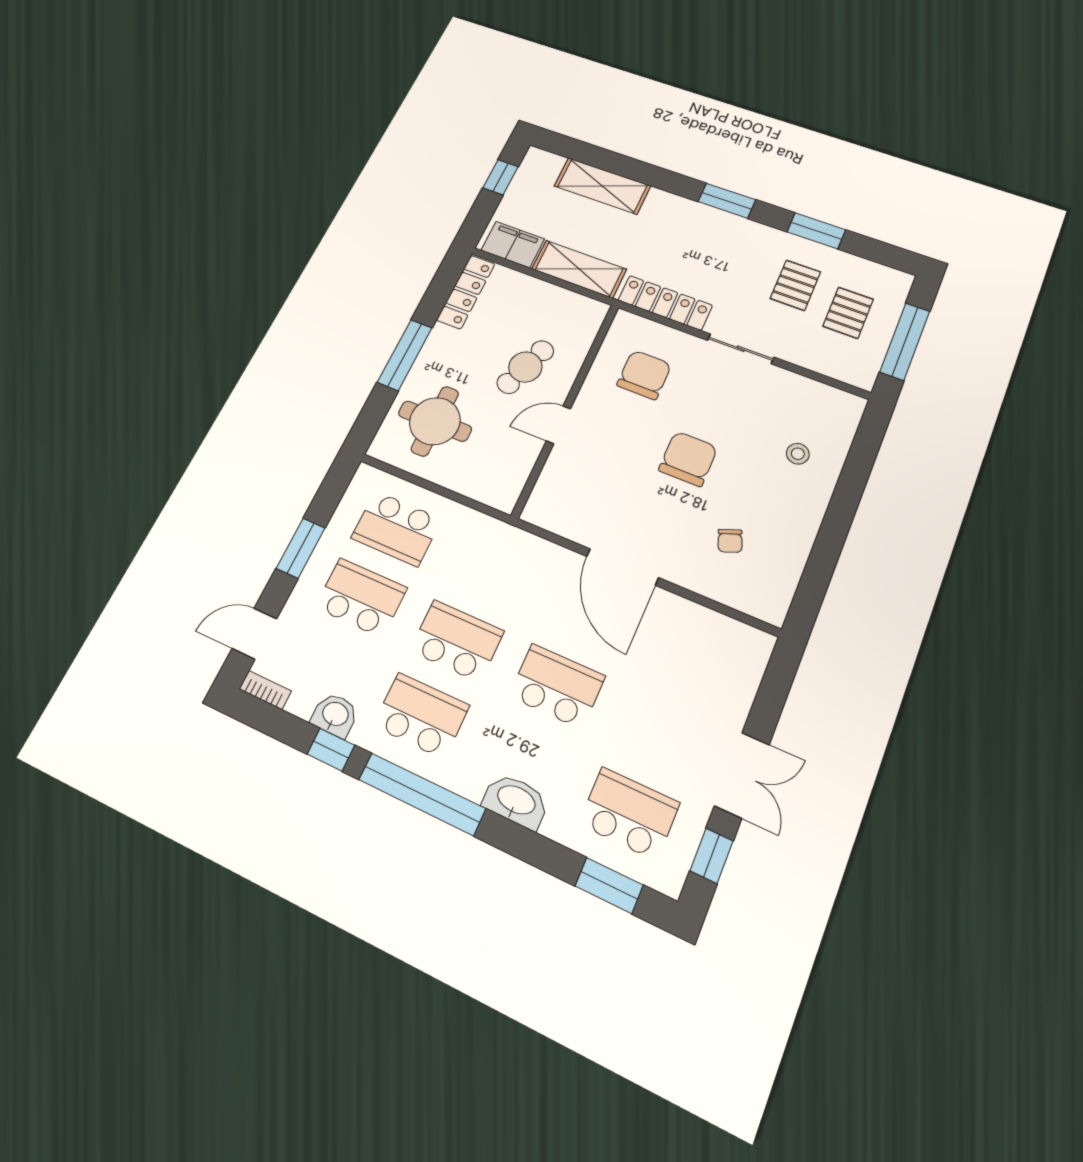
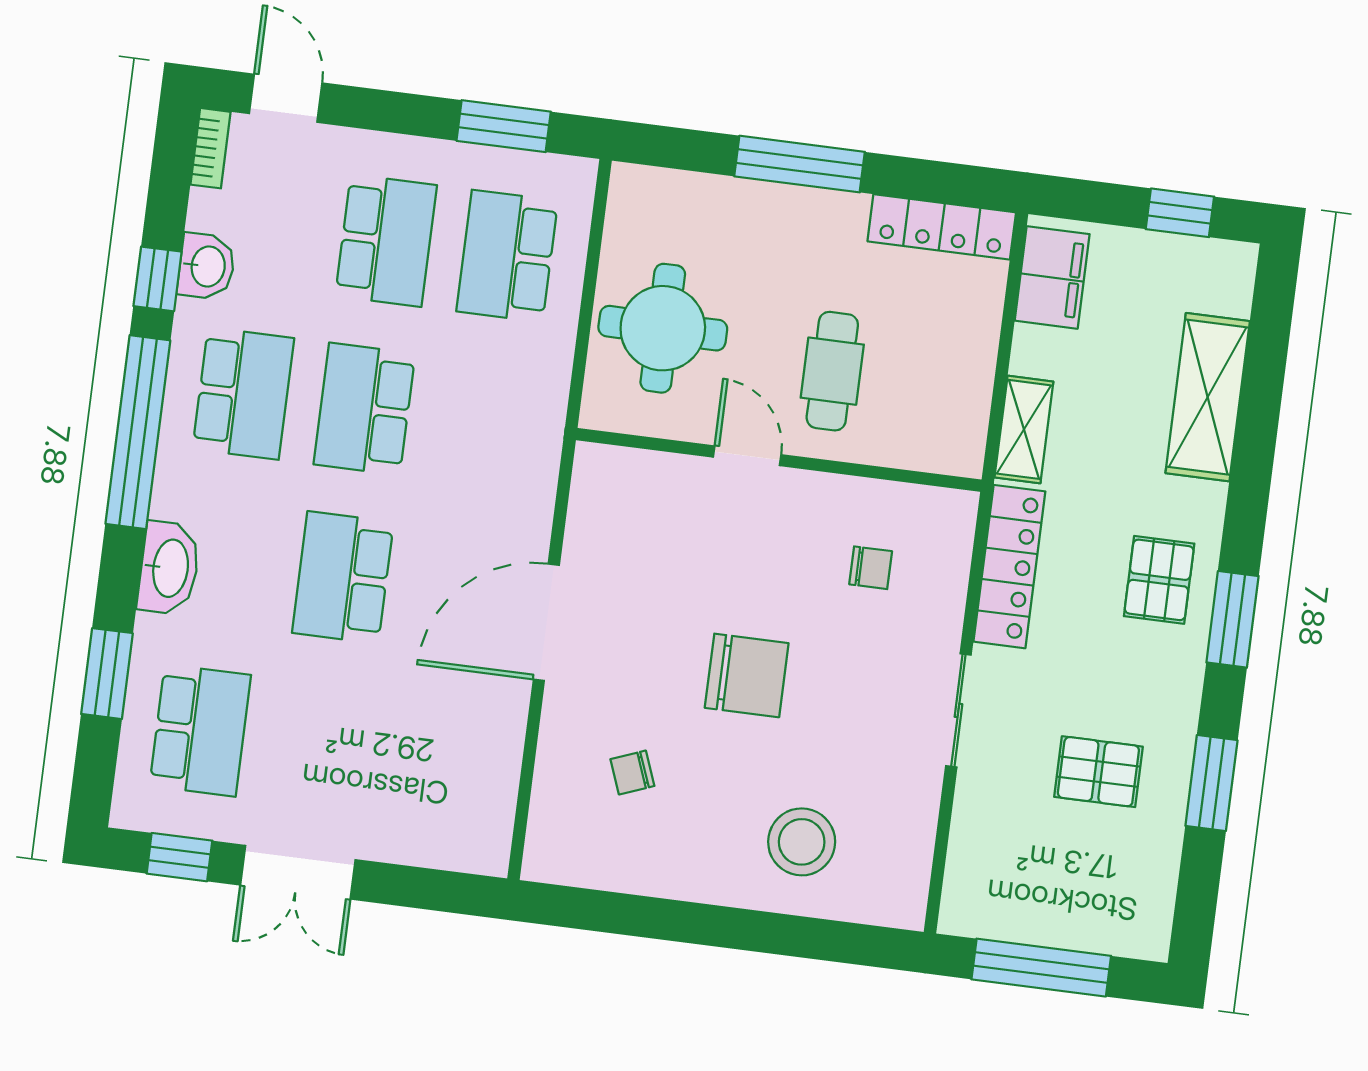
shelving: (579, 269) -> (1024, 429), width x0.67, depth x0.75
pallet: (848, 313) -> (1159, 580), moved, turned 90
cafe table: (525, 367) -> (832, 371), turned 70
chair: (644, 375) -> (871, 568), width x0.54, depth x0.54
round table: (435, 421) -> (663, 328), moved
stool: (798, 454) -> (802, 842), width x1.89, depth x1.89
window: (301, 548) -> (504, 126), moved
school desk: (457, 641) -> (364, 409), turned 180
school desk: (557, 686) -> (343, 577), turned 180
window: (609, 885) -> (107, 674), moved

